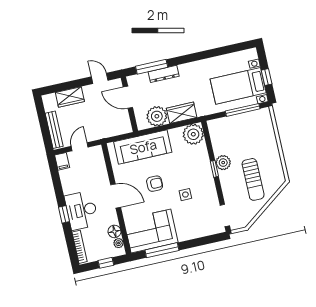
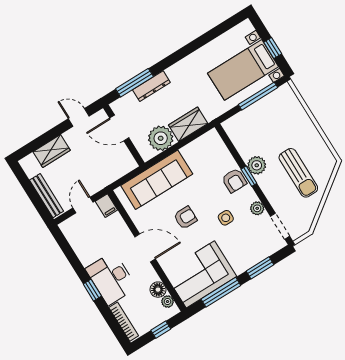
plant: (193, 134) -> (257, 208), moved, width x0.53, depth x0.53
filing cabinet: (62, 161) -> (106, 206), moved
armchair: (202, 168) -> (234, 180), added
window: (198, 242) -> (260, 268), added

